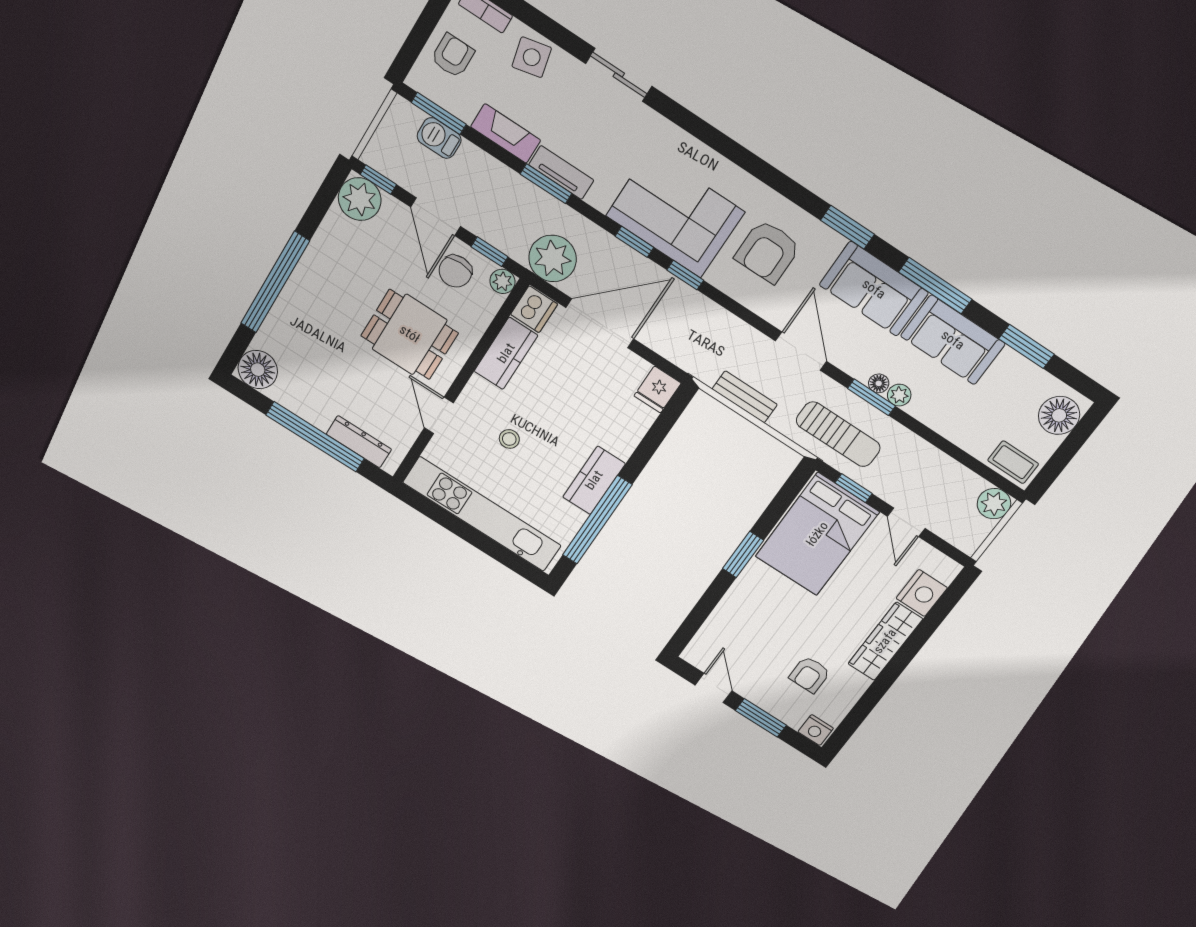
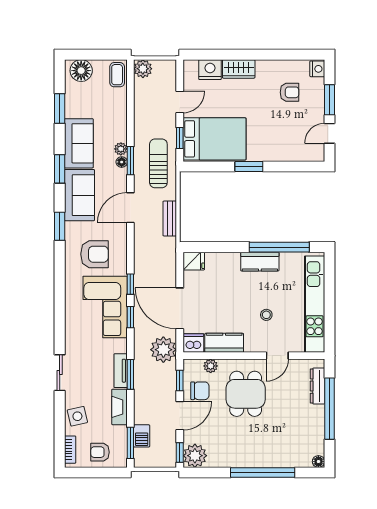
plant: (502, 281) -> (211, 366), moved
window: (935, 286) -> (60, 169), width x0.69
floor lamp: (258, 370) -> (318, 462), width x0.53, depth x0.53
wardrobe: (885, 641) -> (239, 69), width x0.67

